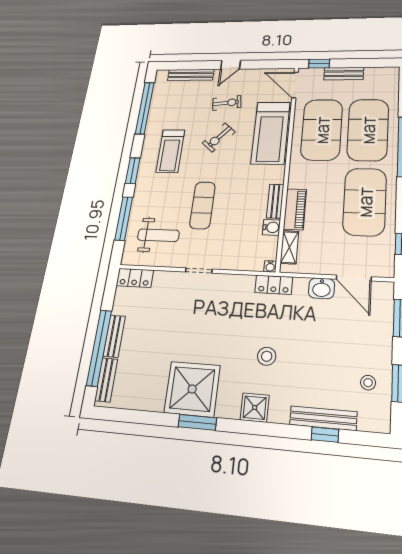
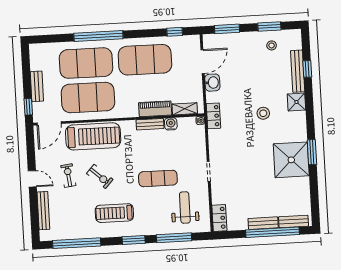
treadmill: (170, 151) -> (114, 213), turned 180
shower: (255, 408) -> (296, 102), moved

